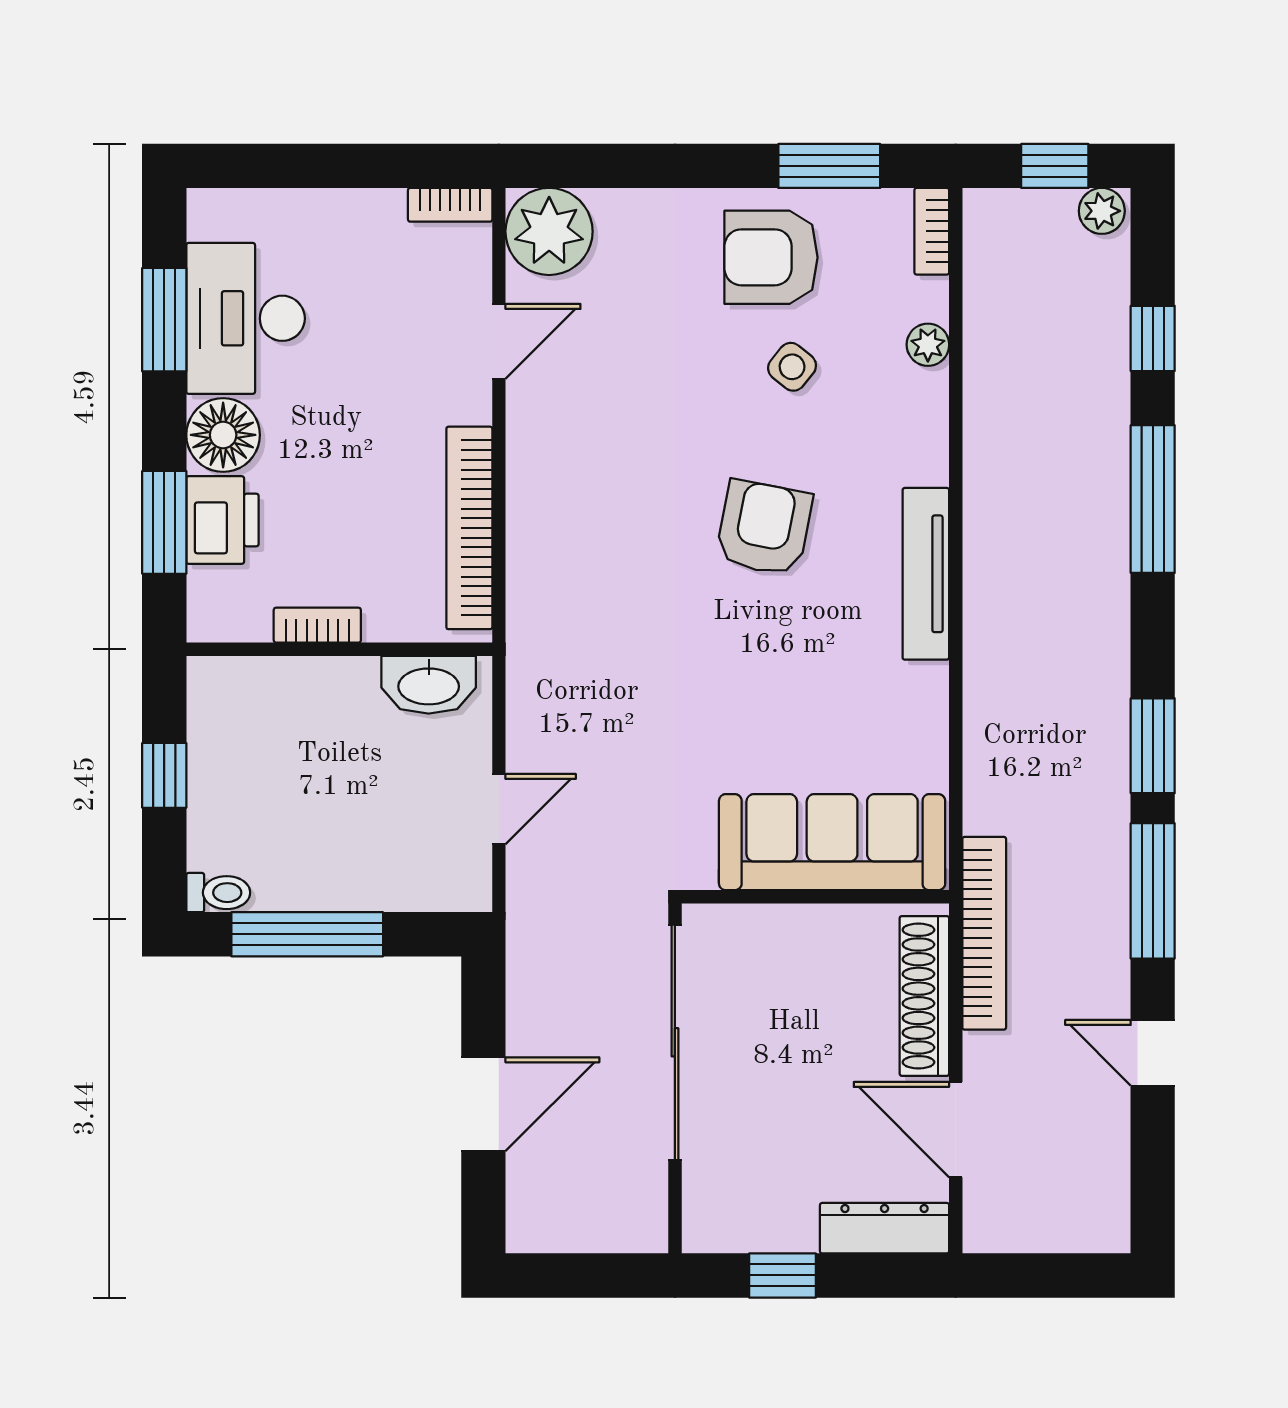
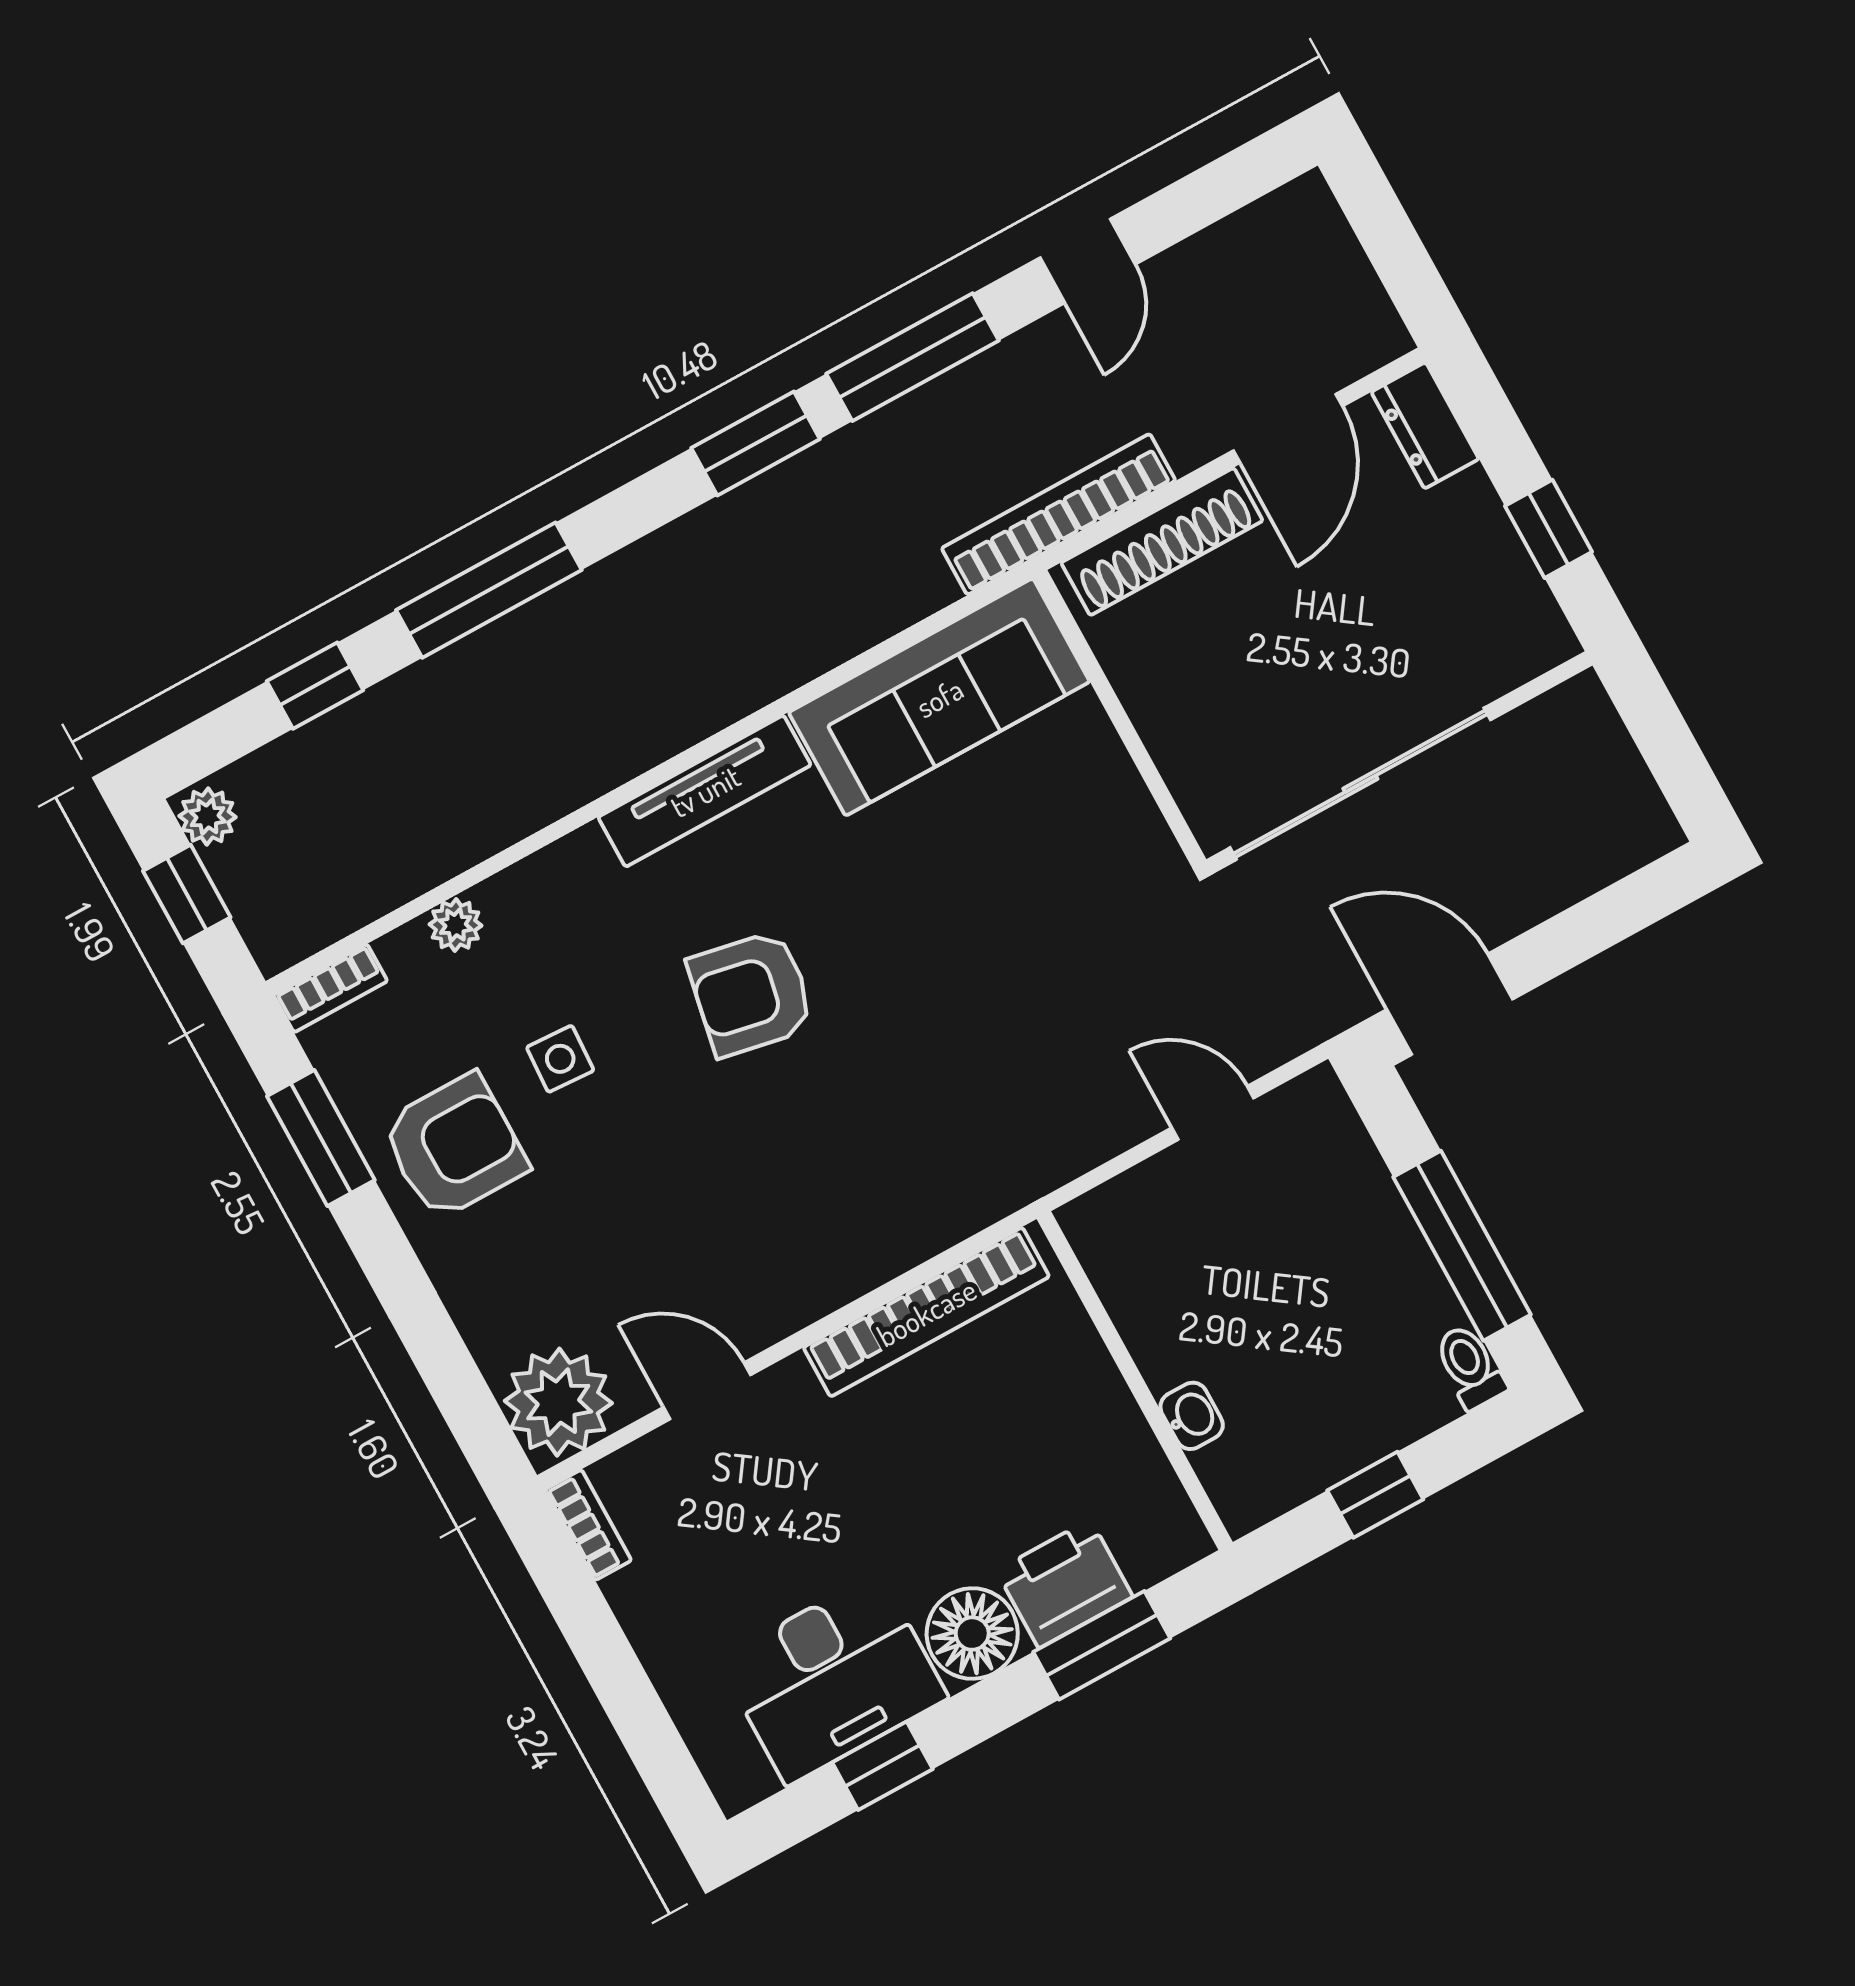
armchair: (771, 257) -> (454, 1147), turned -90
window: (164, 320) -> (882, 1766), width x0.67
side table: (792, 367) -> (560, 1059), turned -36
bookcase: (317, 625) -> (1122, 1419), removed
washbasin: (429, 685) -> (1192, 1416), moved, width x0.52, depth x0.69
sofa: (832, 842) -> (939, 697), moved, turned -90
door: (483, 1104) -> (1450, 1004), moved
dresser: (885, 1228) -> (1425, 425), width x0.70

